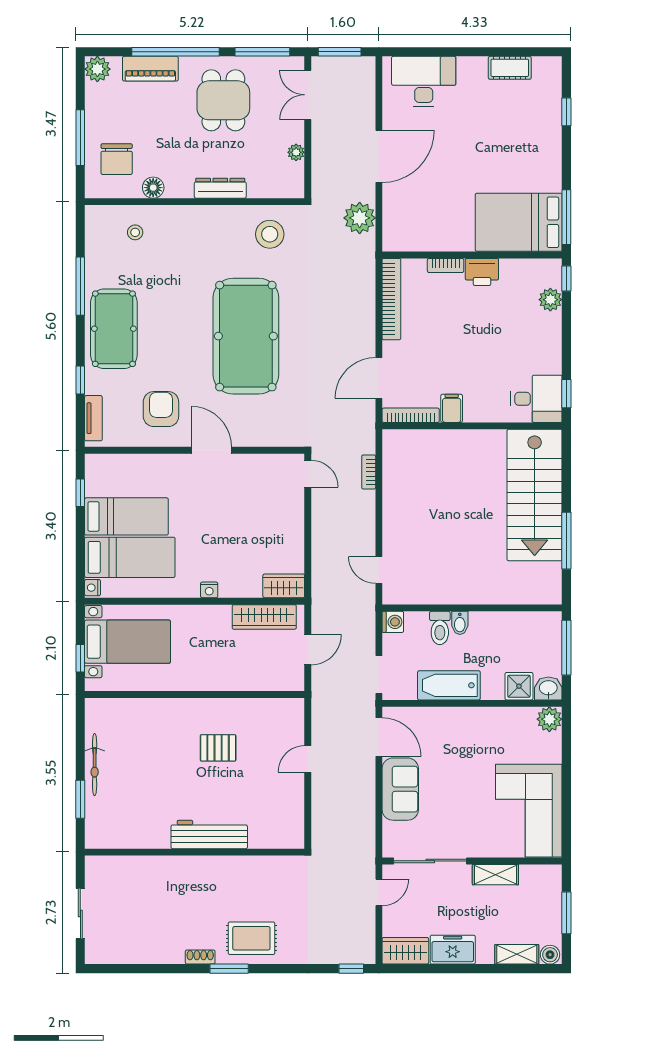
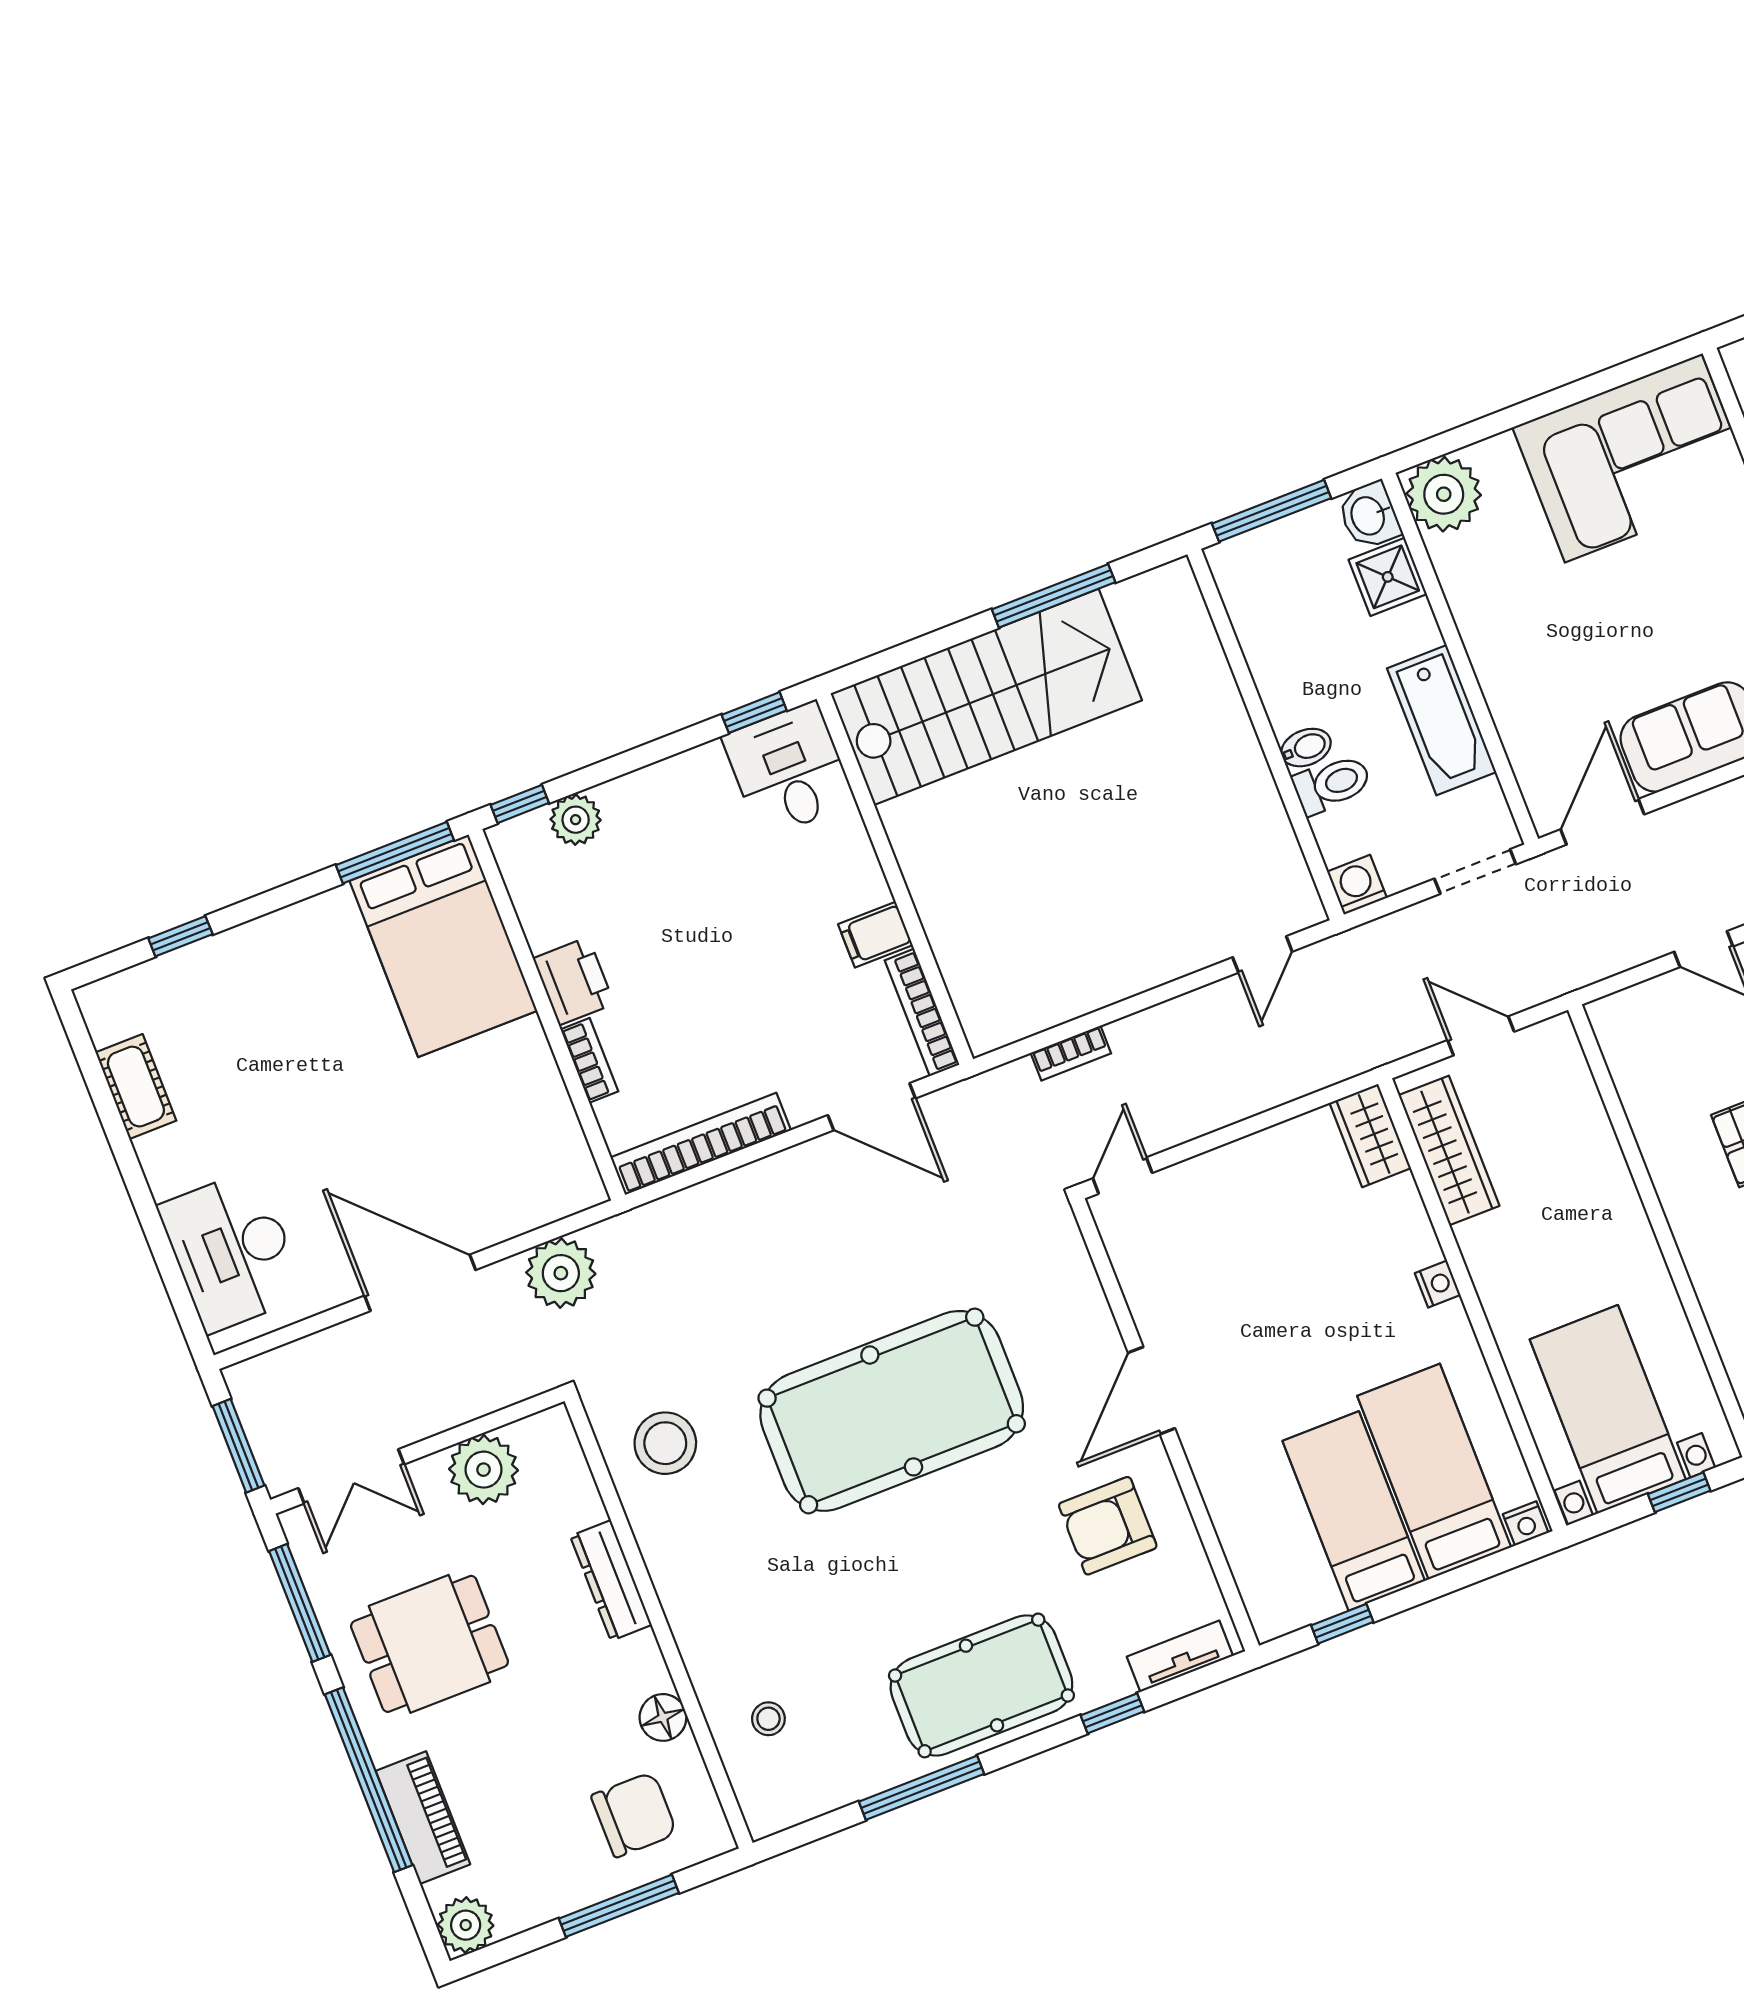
plant: (296, 152) -> (484, 1470), width x1.88, depth x1.88
plant: (549, 719) -> (1444, 494), width x1.36, depth x1.36

